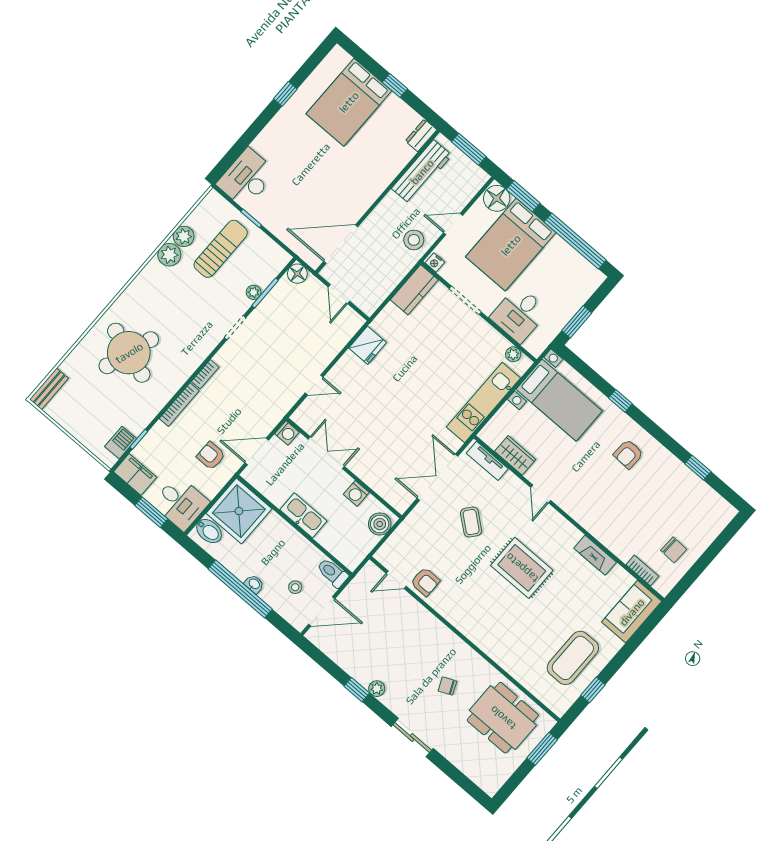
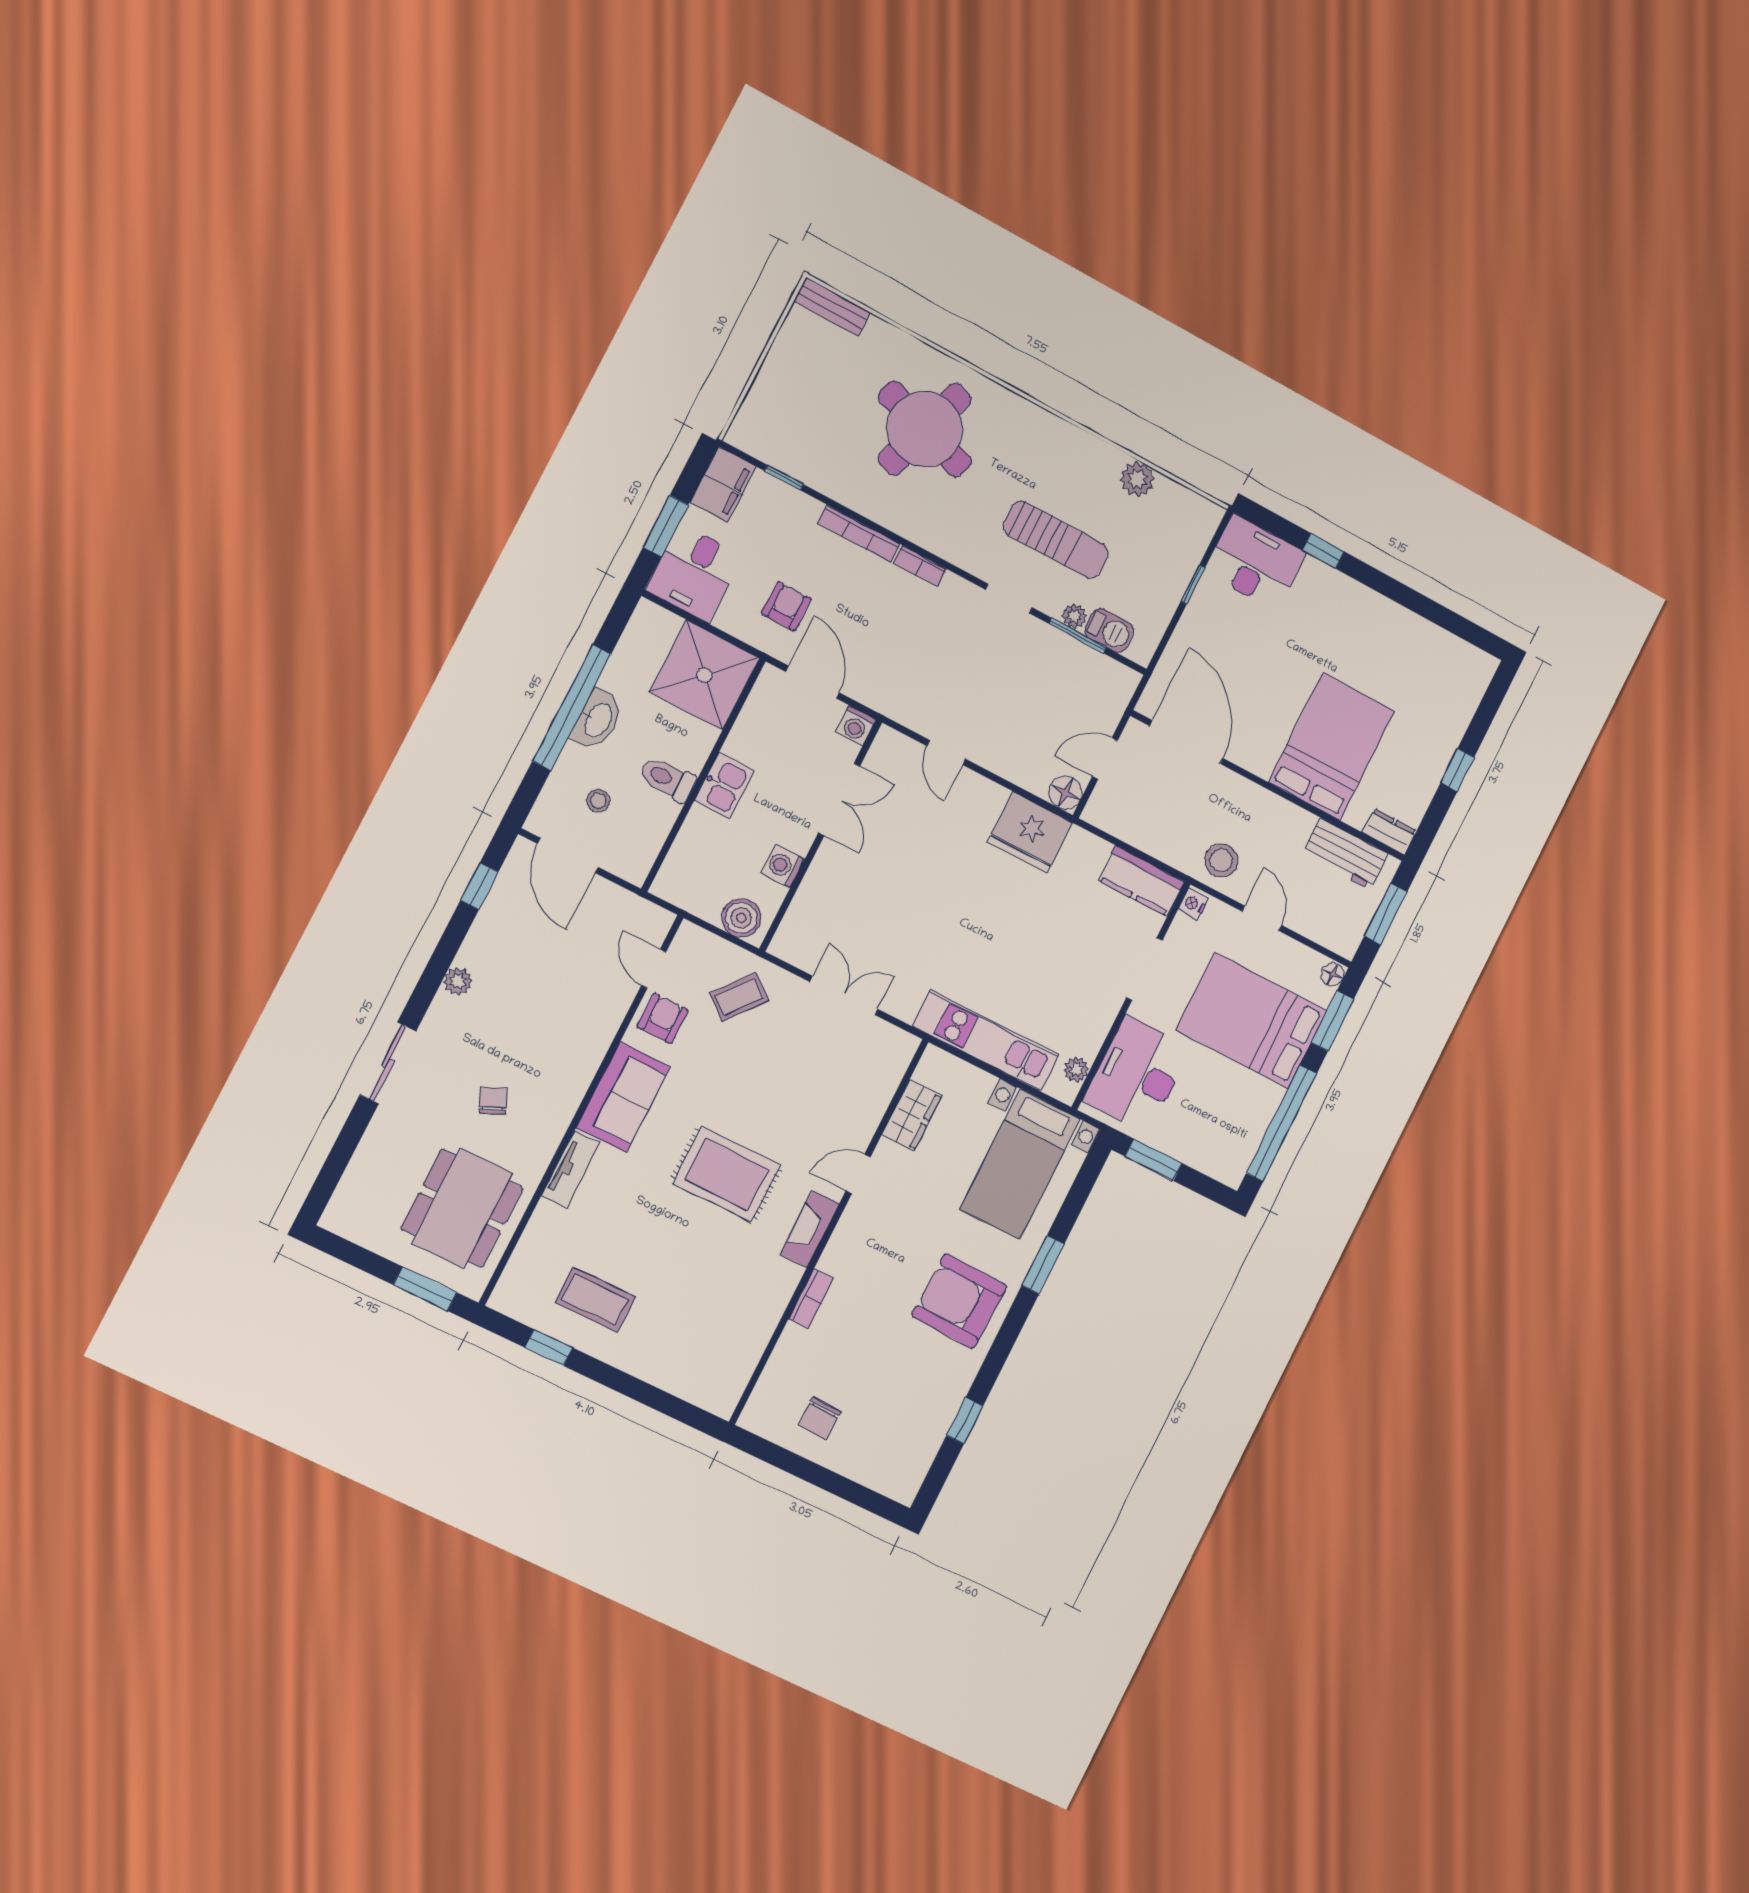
window: (285, 94) -> (1323, 551), moved
bed: (349, 102) -> (1331, 746), moved, turned 90
workbench: (422, 172) -> (1345, 854), width x0.73
floor lamp: (497, 198) -> (1332, 974), width x0.53, depth x0.53
sun lounger: (221, 249) -> (1056, 540), moved
plant: (169, 255) -> (1102, 462), removed
floor lamp: (297, 274) -> (1066, 793), moved
desk: (519, 314) -> (1137, 1075), width x1.37
fridge: (368, 345) -> (1030, 832), width x1.36, depth x1.34
window: (620, 401) -> (1043, 1265), width x1.50
barbecue: (121, 443) -> (1109, 631), moved
armchair: (628, 454) -> (959, 1301), width x1.88, depth x1.88
tv unit: (487, 461) -> (571, 1169), moved, turned 180
double door: (437, 477) -> (844, 995), width x0.73
kitchen sink: (303, 515) -> (724, 786), width x0.73
coffee table: (471, 522) -> (739, 997), moved
bidet: (209, 531) -> (658, 632), removed
fireplace: (595, 555) -> (809, 1229), moved
rug: (522, 568) -> (726, 1174), turned 90
bookcase: (642, 571) -> (811, 1299), moved
toilet: (332, 573) -> (668, 779), moved, turned -90
armchair: (425, 582) -> (663, 1018), turned 180
washbasin: (254, 584) -> (597, 720), width x1.91, depth x1.45
sofa: (632, 612) -> (623, 1097), moved, turned 90
coffee table: (573, 658) -> (595, 1300), width x0.73, depth x0.76
window: (357, 690) -> (479, 886), moved

